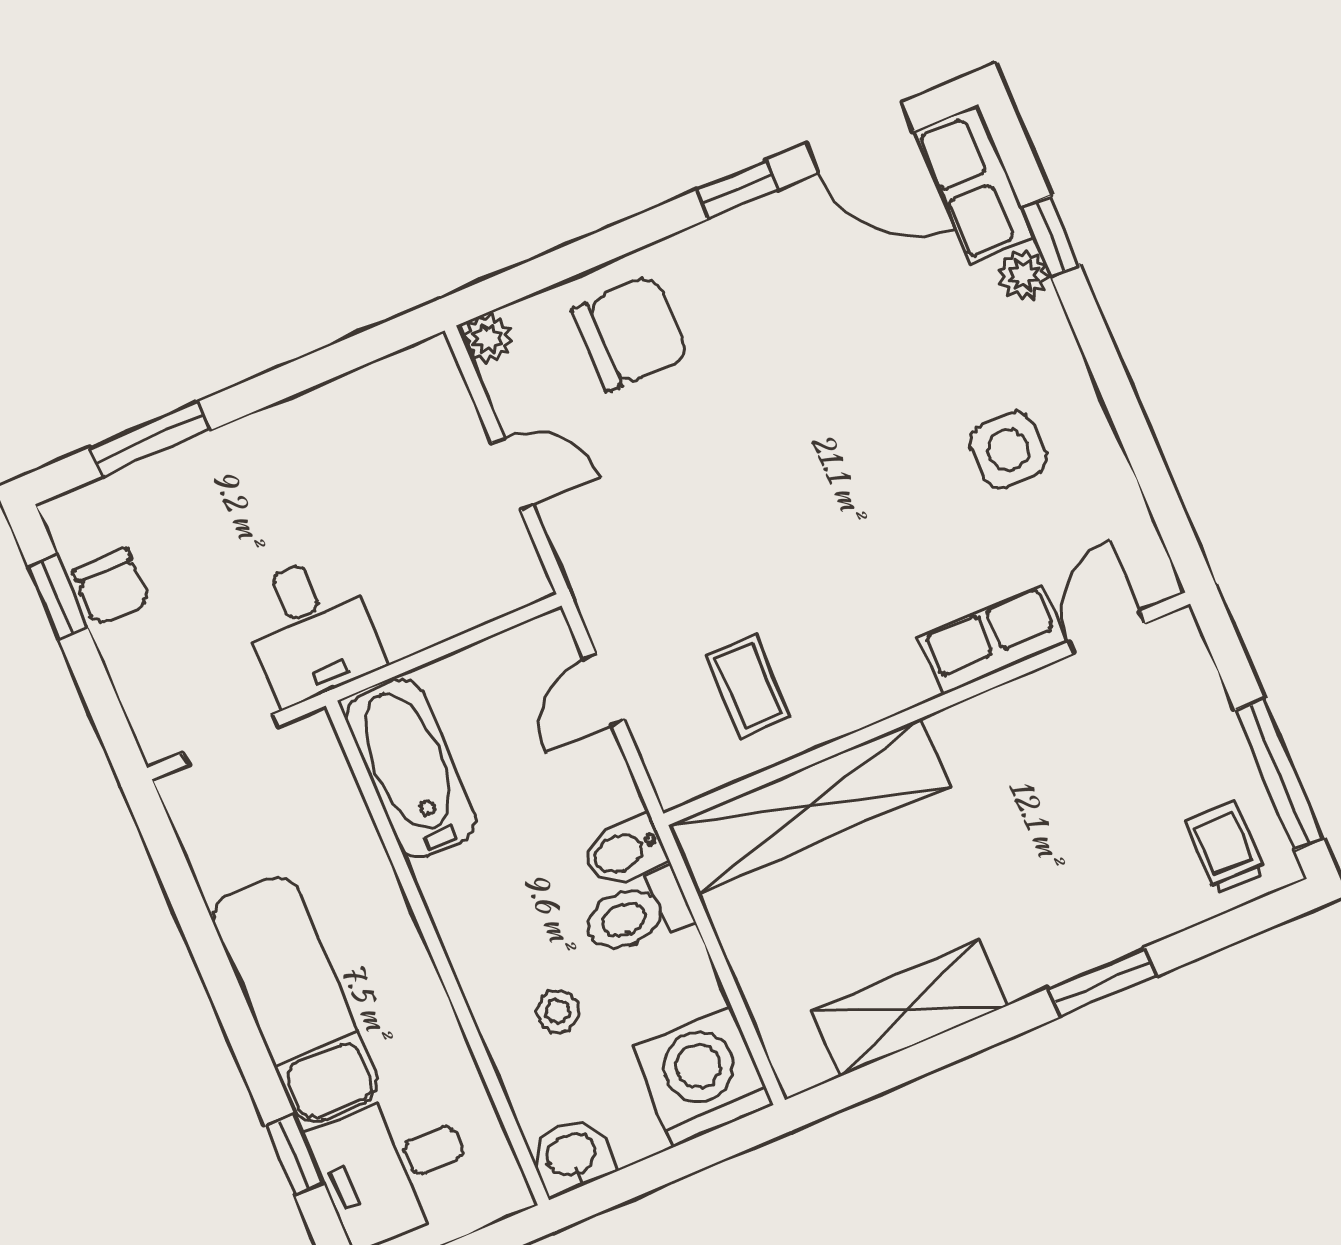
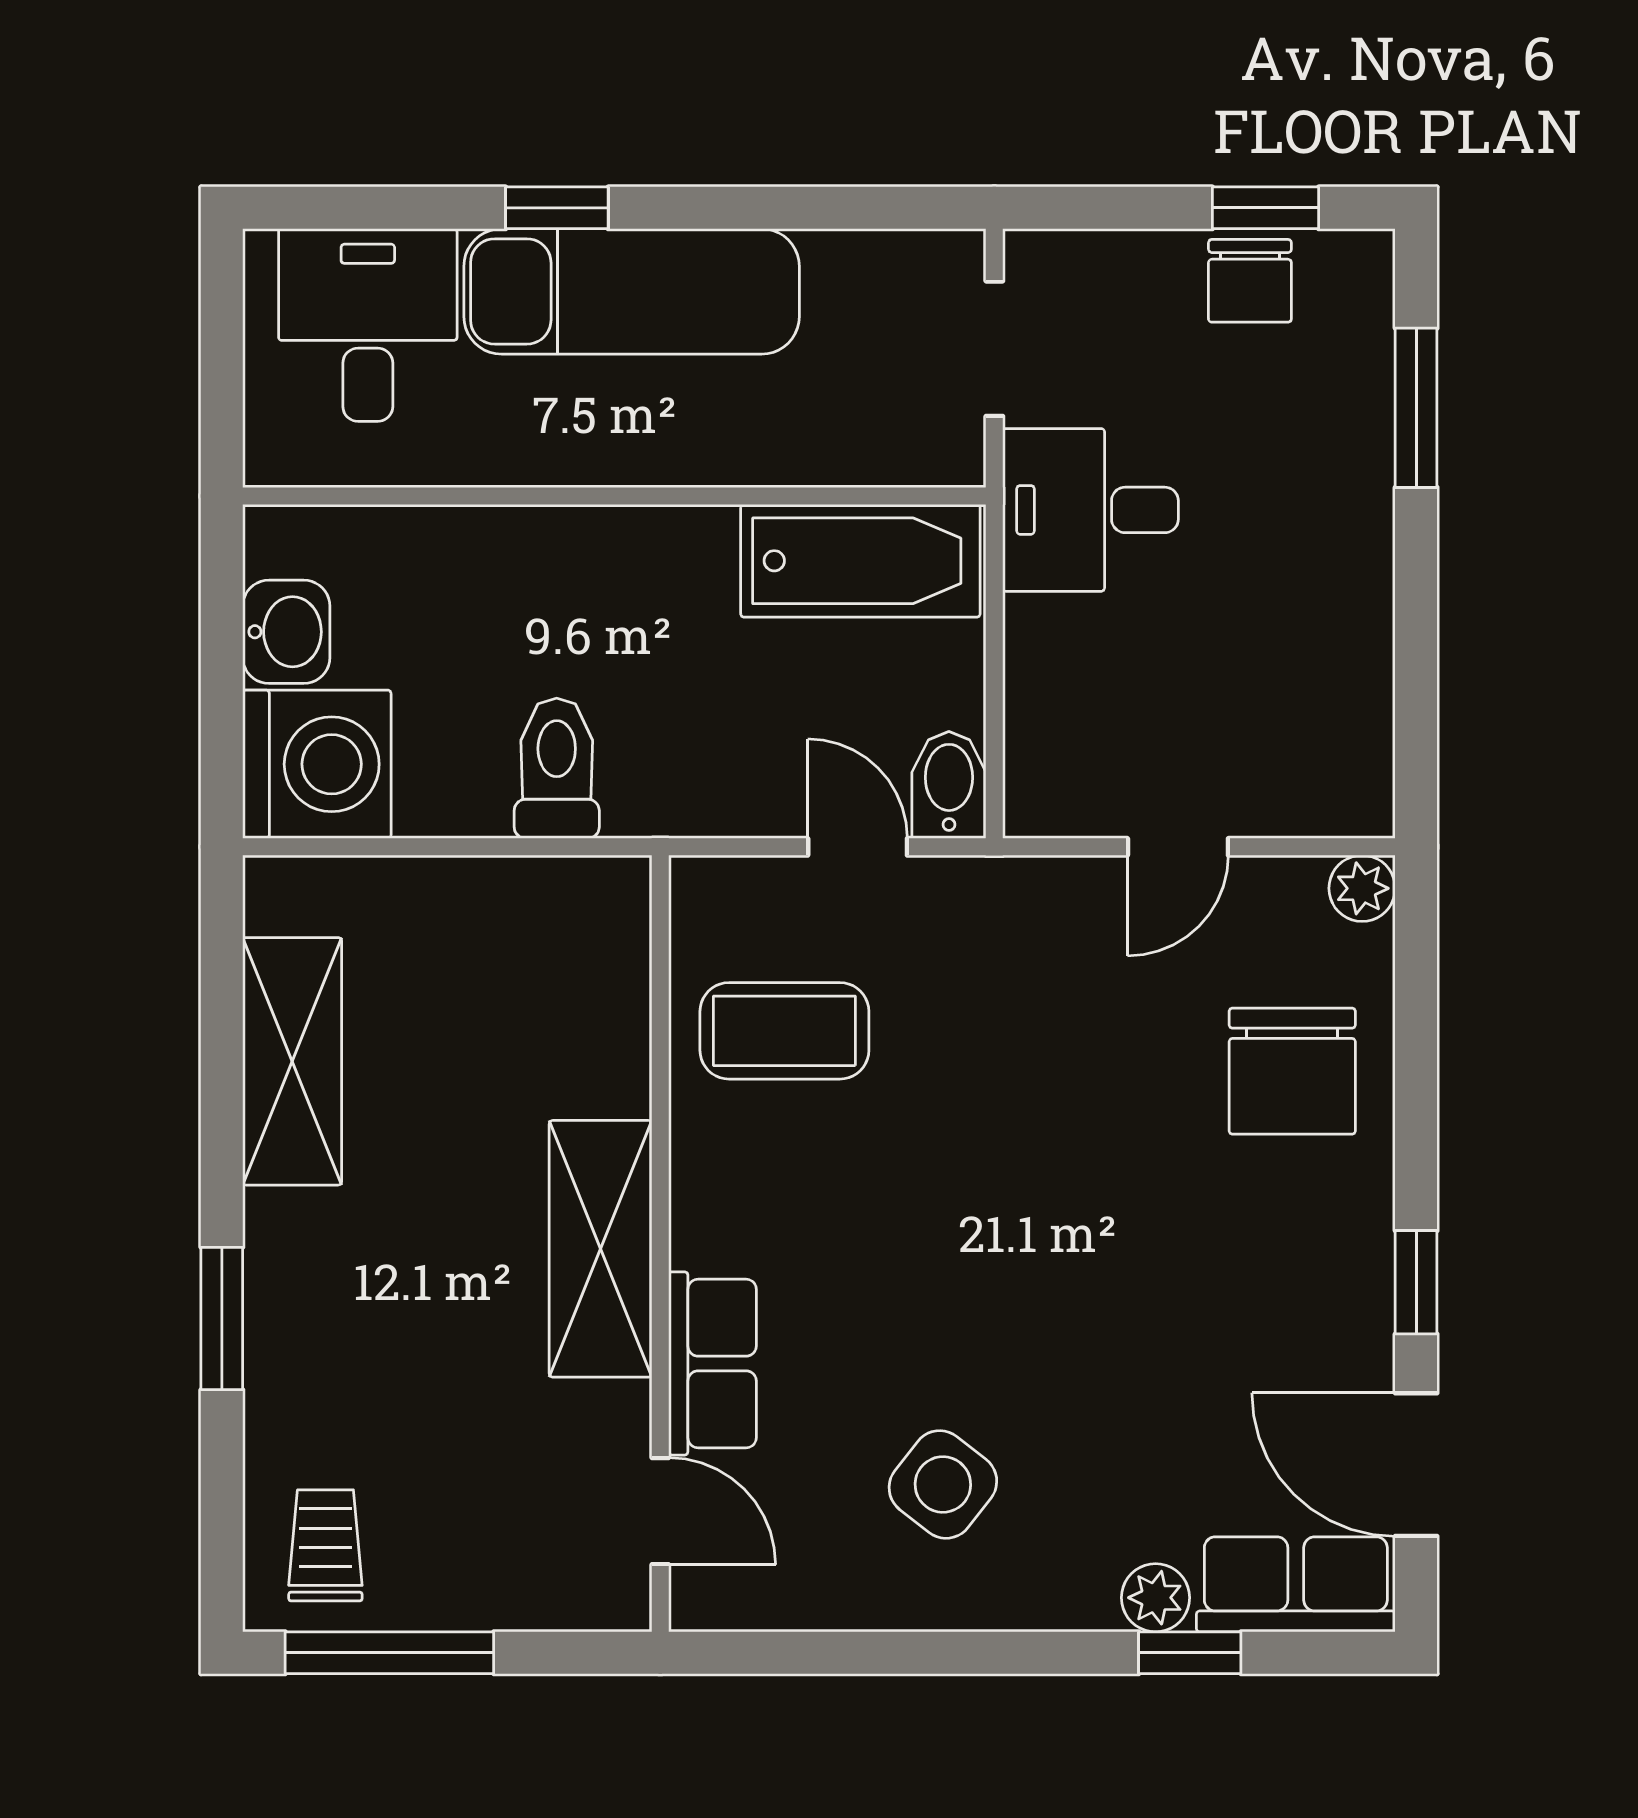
door: (860, 138) -> (1416, 1465), hinge flipped
side table: (1008, 450) -> (943, 1484), turned 38
chair: (111, 587) -> (1250, 281), turned -90
coffee table: (748, 686) -> (784, 1031), width x1.36, depth x1.30
shelving: (809, 806) -> (601, 1249), moved, width x0.68
trolley: (1225, 848) -> (325, 1545), turned -90
bidet: (623, 851) -> (949, 785), moved
stool: (557, 1012) -> (476, 616), removed
window: (294, 1154) -> (557, 208), moved
washbasin: (571, 1156) -> (286, 632), moved

